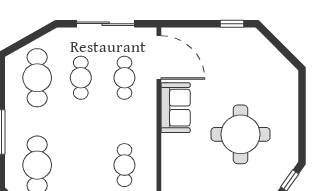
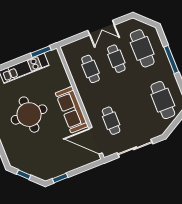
window: (283, 50) -> (24, 175), added
cafe table: (81, 78) -> (116, 59), moved
sofa: (176, 108) -> (72, 110), width x1.36

